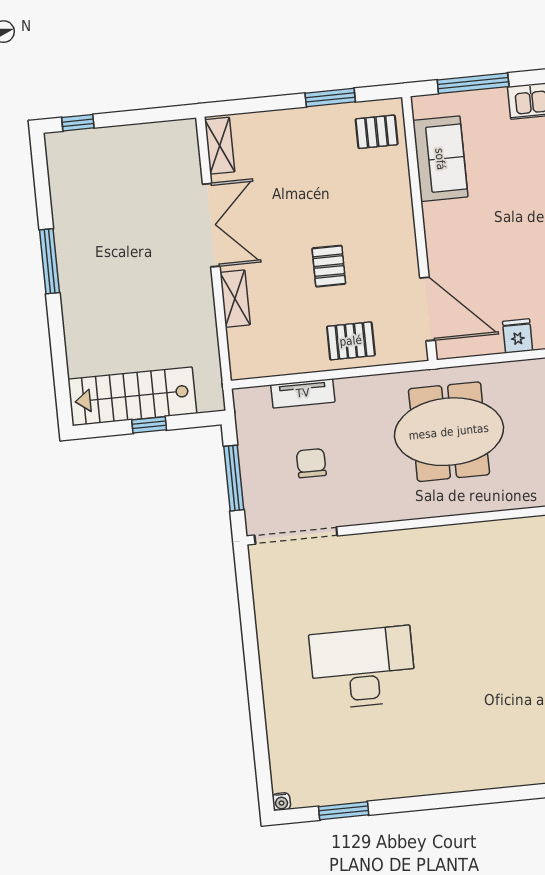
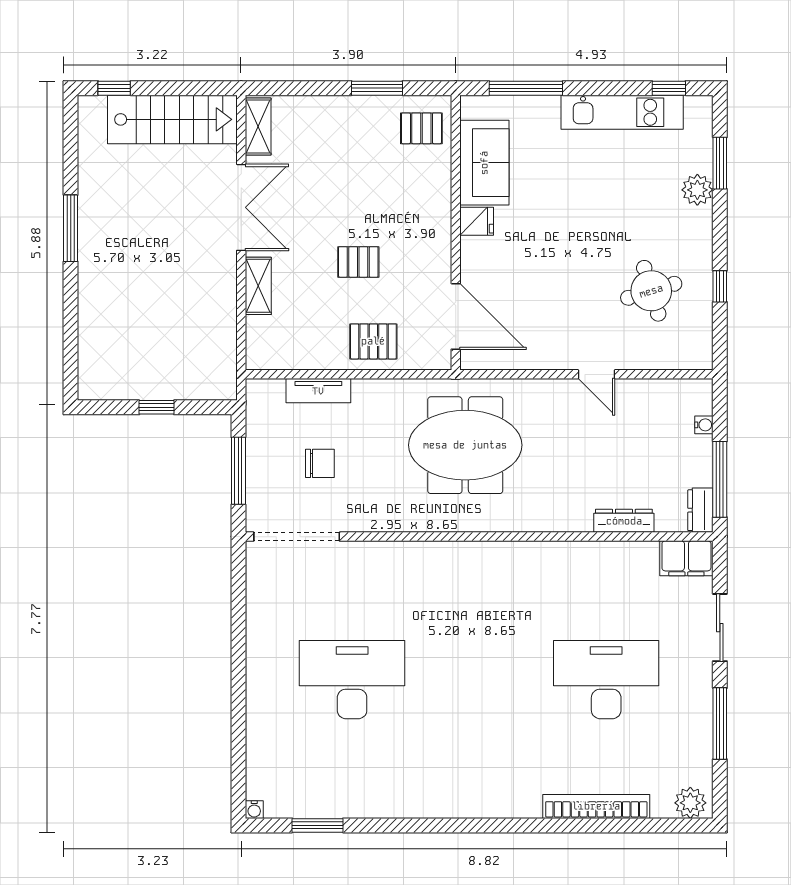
pallet: (329, 266) -> (358, 262), turned 90
fridge: (518, 336) -> (477, 221), moved, turned 90
stairs: (132, 396) -> (172, 119), moved, turned 180
chair: (311, 463) -> (320, 463), turned 90

